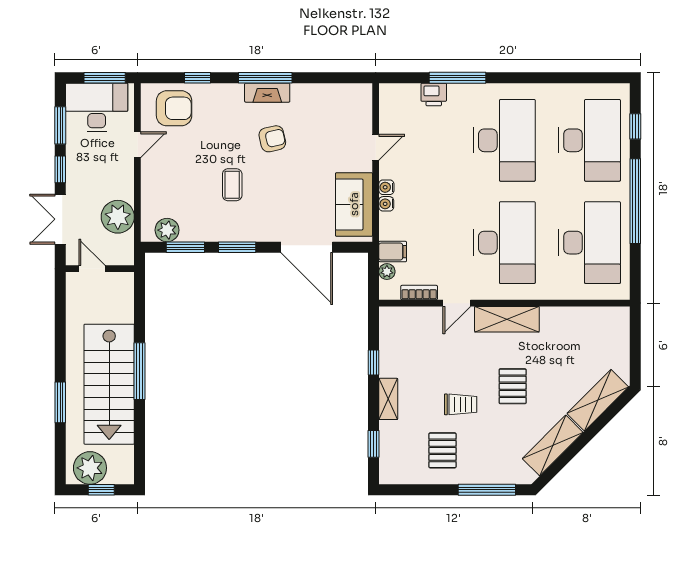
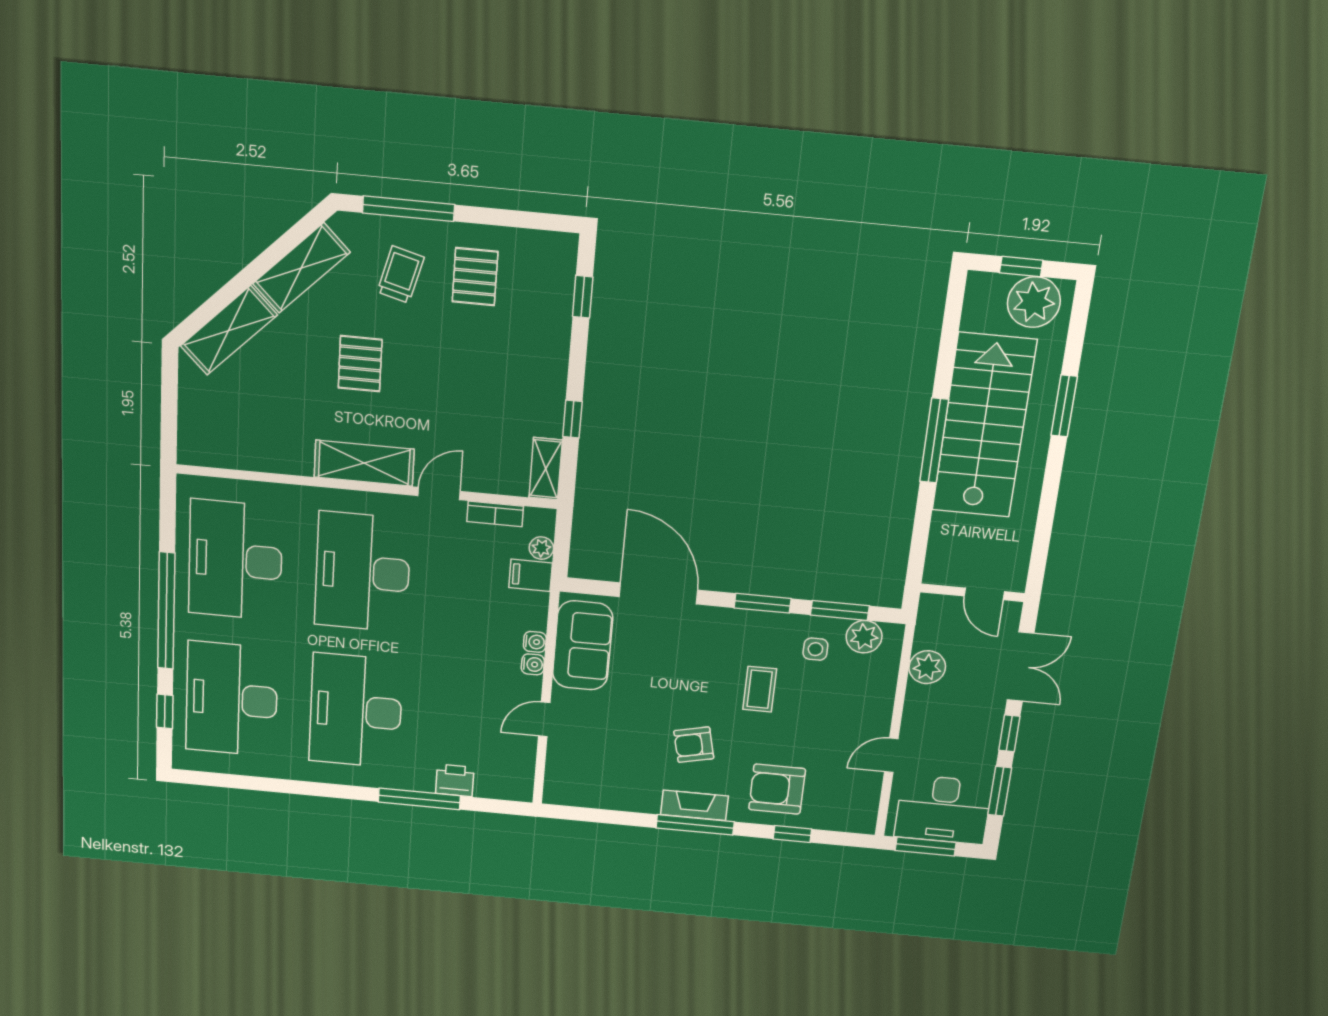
armchair: (174, 108) -> (777, 789), moved
plant: (118, 217) -> (927, 667), width x0.73, depth x0.73
side table: (198, 218) -> (815, 649), added
shelving: (388, 399) -> (546, 469), moved
trolley: (461, 404) -> (401, 275), moved, turned 105

